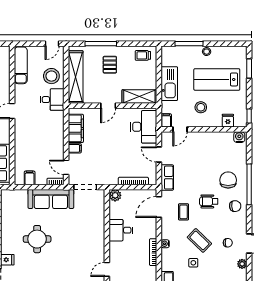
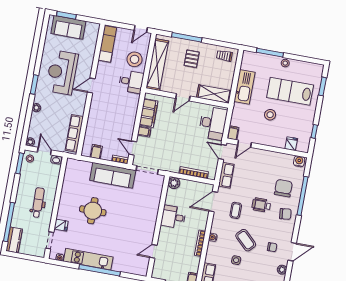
filing cabinet: (166, 120) -> (233, 133), moved
fridge: (228, 121) -> (291, 144), moved
door: (180, 129) -> (244, 144), moved
wall: (204, 129) -> (267, 148), moved
water cooler: (239, 137) -> (299, 161), moved

